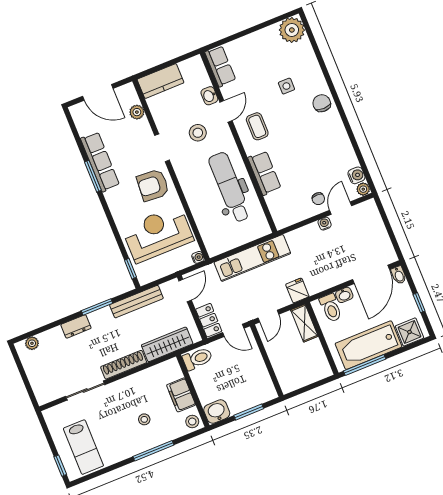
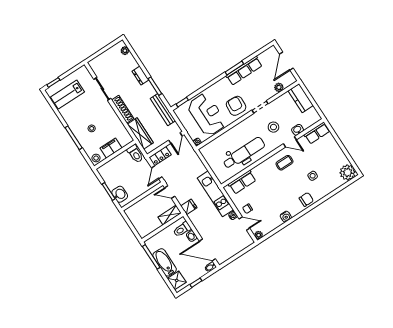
row of seats: (264, 173) -> (242, 182), moved
water cooler: (356, 175) -> (286, 217), moved
kitchen unit: (252, 258) -> (215, 194), moved
door: (185, 290) -> (175, 138), hinge flipped
bathtub: (368, 345) -> (165, 262), width x0.73, depth x0.73
washbasin: (217, 412) -> (120, 194), moved

